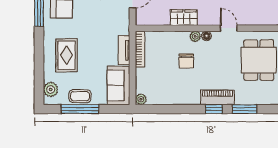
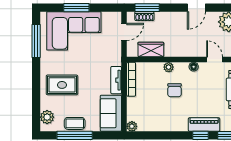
wardrobe: (184, 18) -> (151, 49), moved
plant: (195, 36) -> (169, 67), moved
rug: (66, 55) -> (62, 85), turned 90

